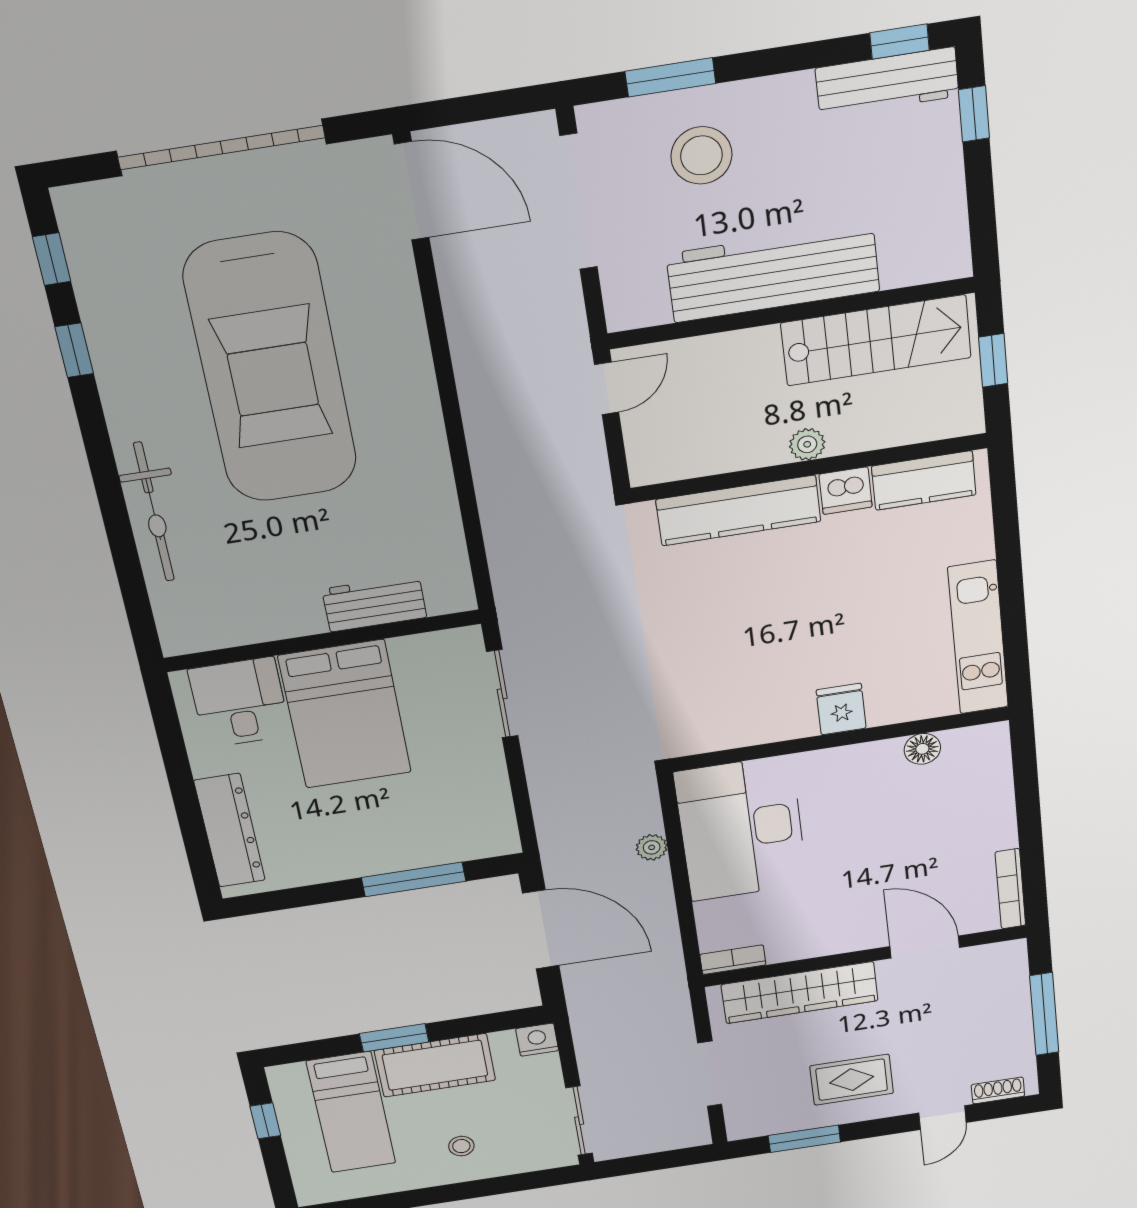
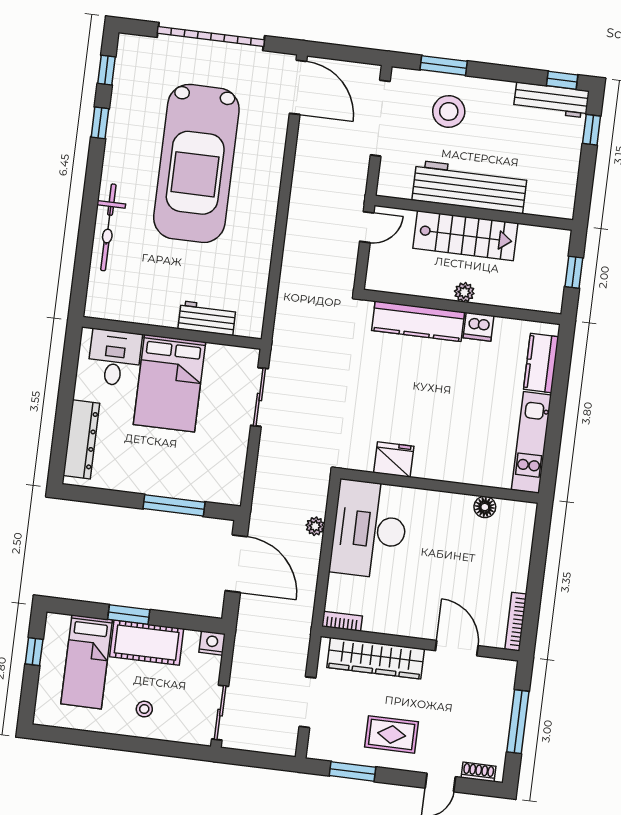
stairs: (876, 340) -> (465, 236), moved
kitchen counter: (924, 481) -> (541, 363), moved, turned 90
fridge: (841, 709) -> (394, 459), moved, width x1.38

